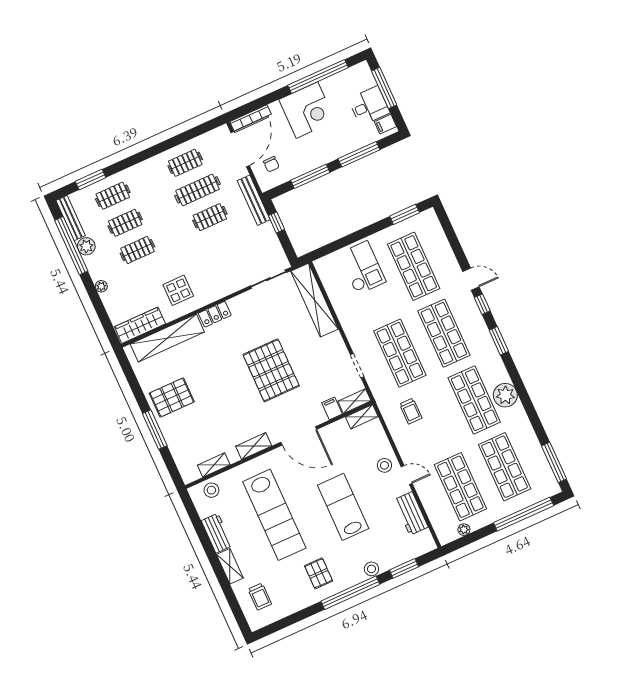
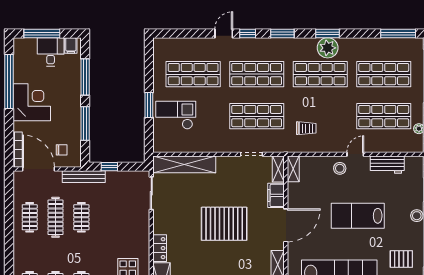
window: (405, 214) -> (149, 105), moved
window: (520, 388) -> (327, 33), added
filing cabinet: (332, 408) -> (276, 195), width x2.00

